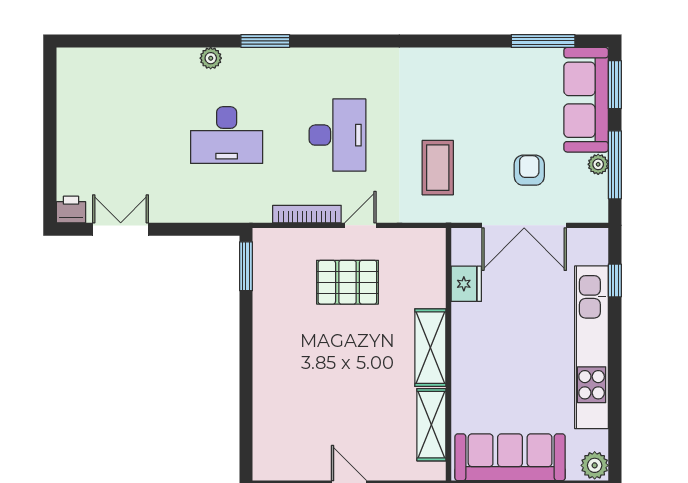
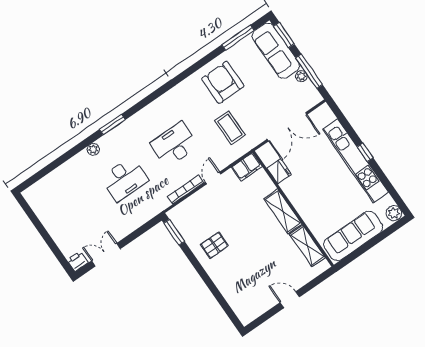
desk: (337, 135) -> (174, 144), turned -90
armchair: (529, 170) -> (223, 82), moved, width x1.88, depth x1.88
filing cabinet: (422, 244) -> (247, 167), added
window: (615, 280) -> (365, 152), moved
pallet: (347, 282) -> (214, 245), moved, width x0.67, depth x0.71

